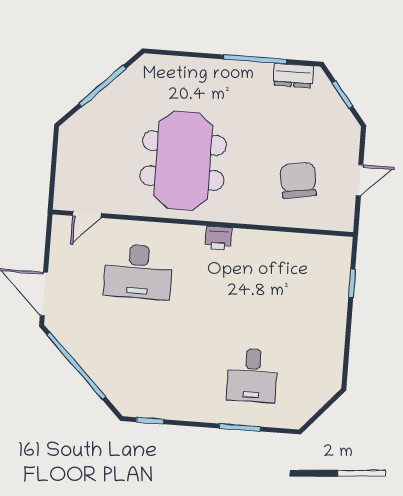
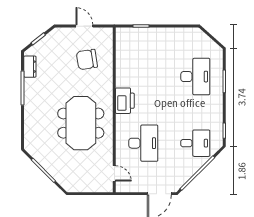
meeting table: (183, 161) -> (81, 123), turned 90
printer: (218, 238) -> (125, 101), width x1.87, depth x1.48
desk: (131, 366) -> (195, 143), added
desk: (252, 375) -> (195, 77), width x1.37

